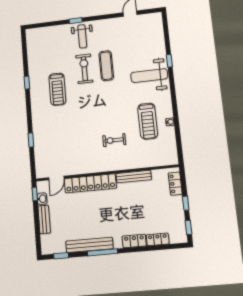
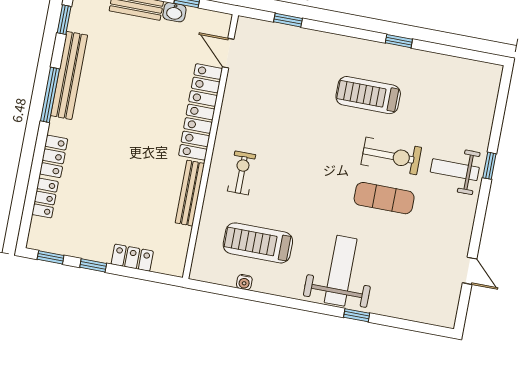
wall: (107, 173) -> (210, 147), moved
bench: (134, 177) -> (190, 193), moved
door: (56, 178) -> (228, 53), moved
locker: (90, 183) -> (201, 112), moved

